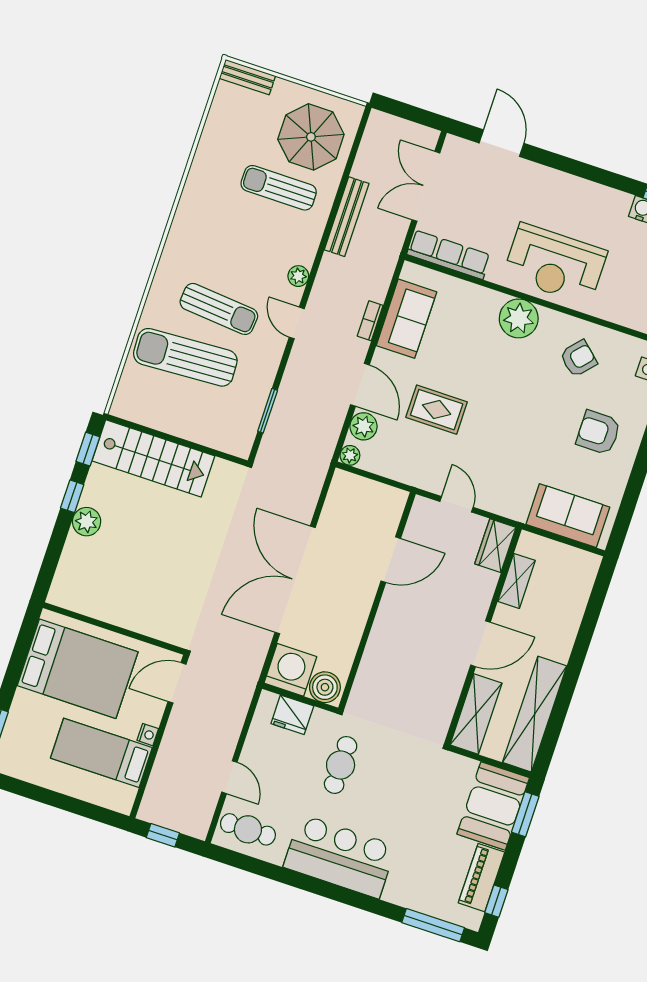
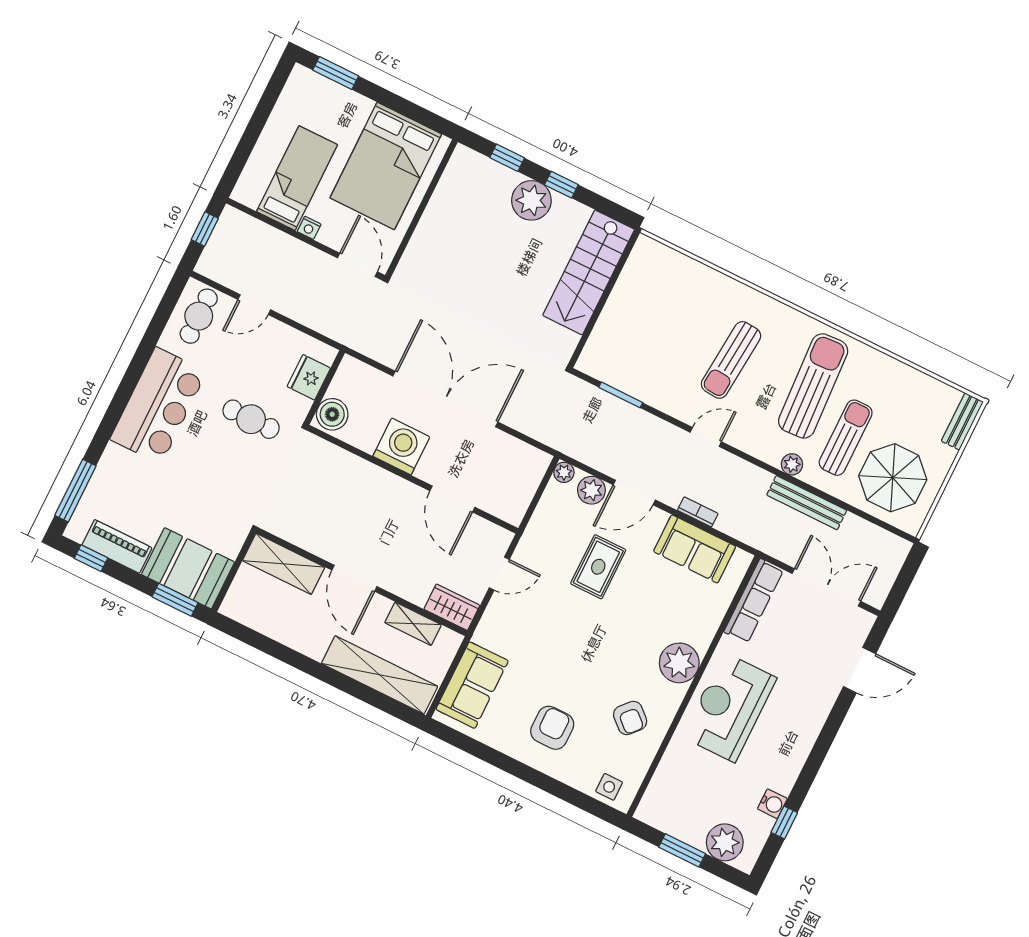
plant: (298, 276) -> (792, 464), moved
sun lounger: (185, 357) -> (813, 386), moved
window: (88, 449) -> (507, 158), moved
plant: (87, 522) -> (531, 200), width x1.36, depth x1.36
washing machine: (290, 670) -> (401, 447), moved, turned -90
shelving: (535, 714) -> (380, 675), moved

